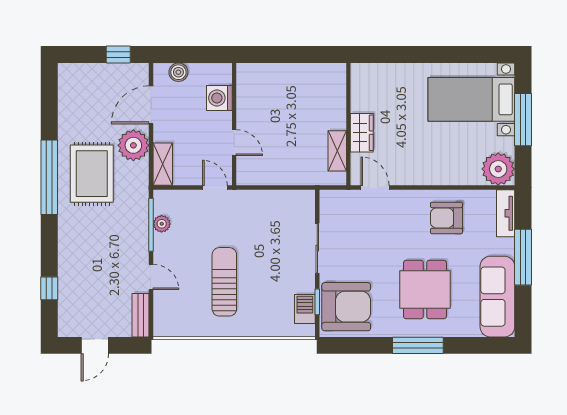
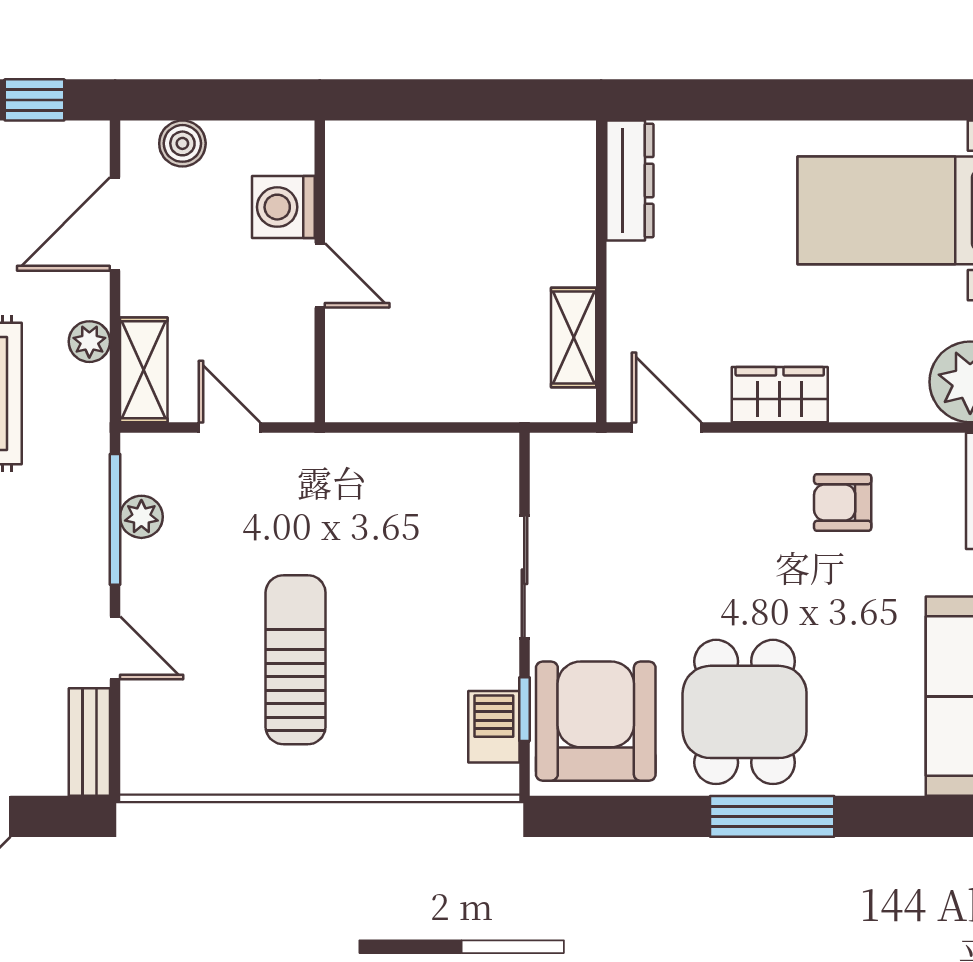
dresser: (360, 87) -> (630, 180), added
wardrobe: (362, 133) -> (780, 395), moved, turned -90
door: (234, 143) -> (320, 275), moved
plant: (133, 145) -> (89, 342), width x0.53, depth x0.53
door: (215, 187) -> (229, 427), moved
armchair: (446, 218) -> (843, 502), width x0.72, depth x0.72
dining table: (425, 290) -> (745, 712), moved
armchair: (346, 307) -> (596, 721), turned -90

